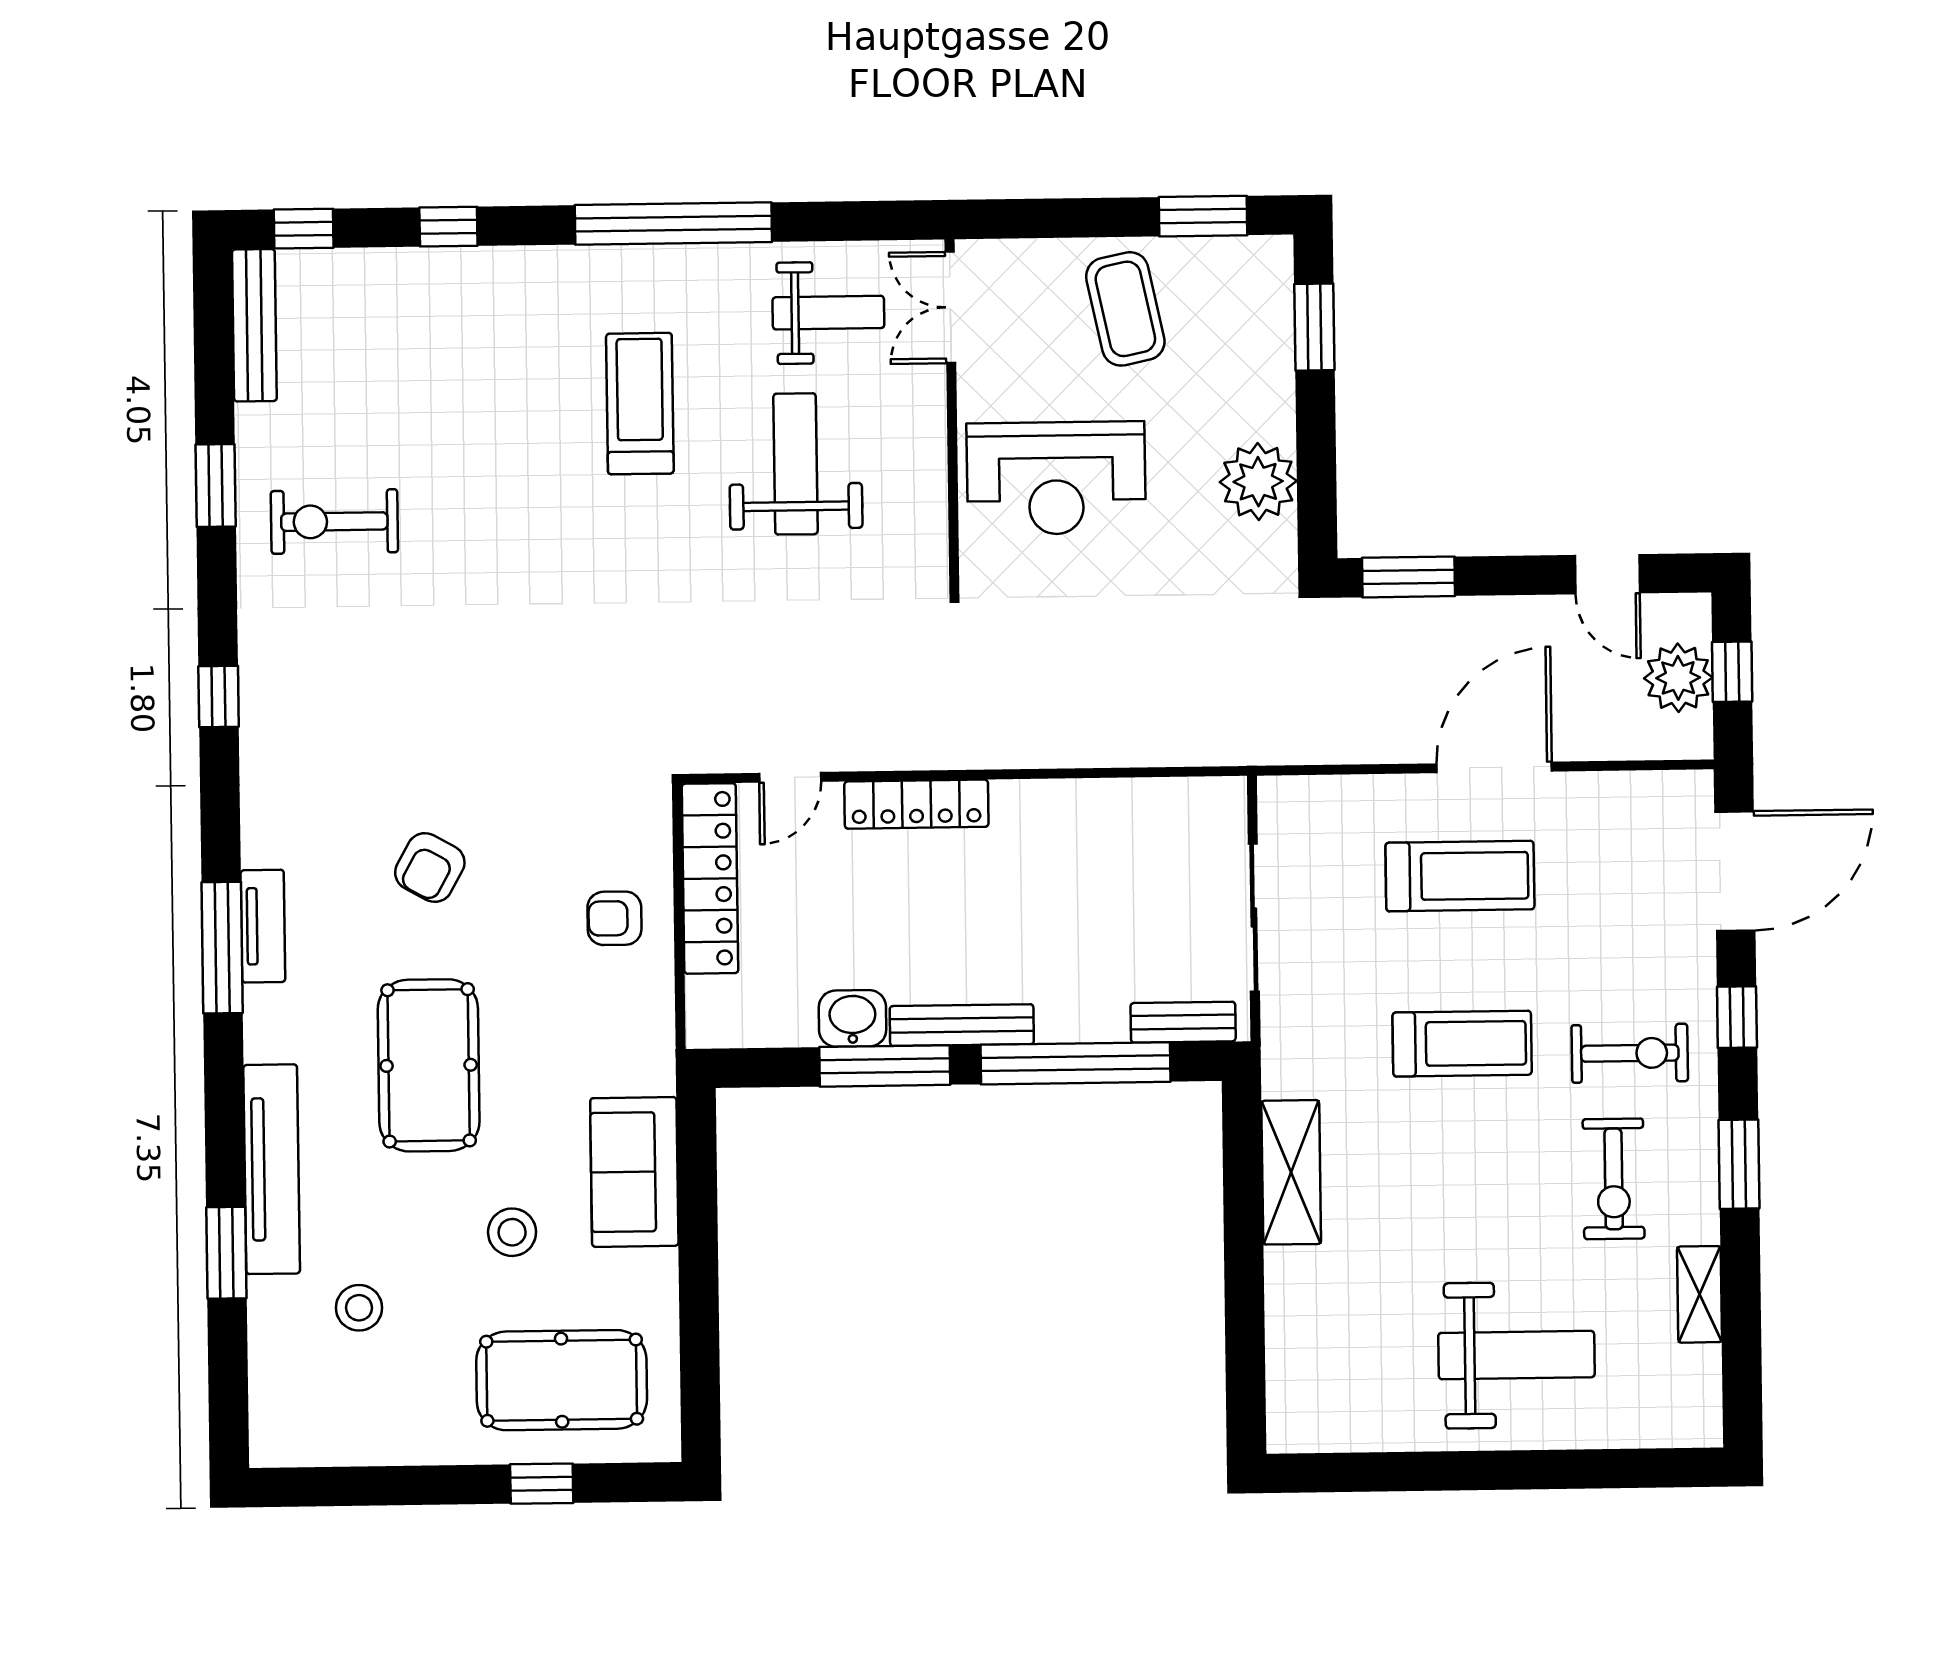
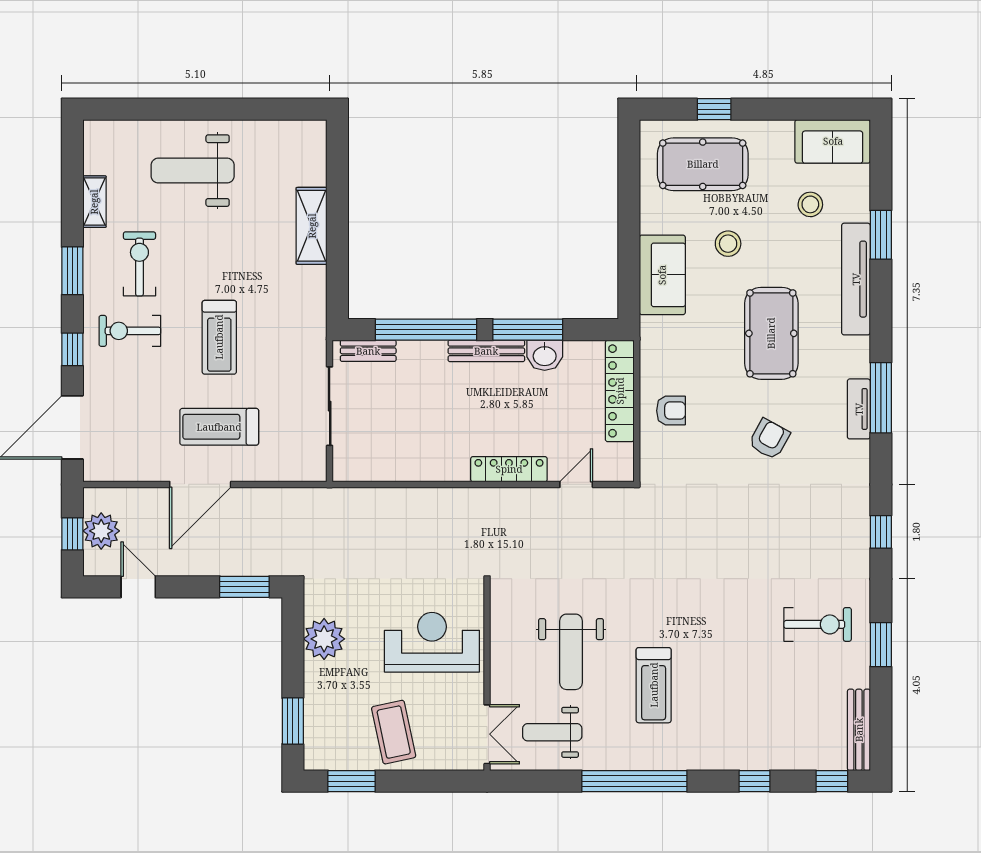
locker: (710, 878) -> (620, 391), moved
treadmill: (1462, 1044) -> (219, 337), turned -90
shelving: (1291, 1172) -> (312, 226), moved
sofa: (319, 1426) -> (833, 141), added

